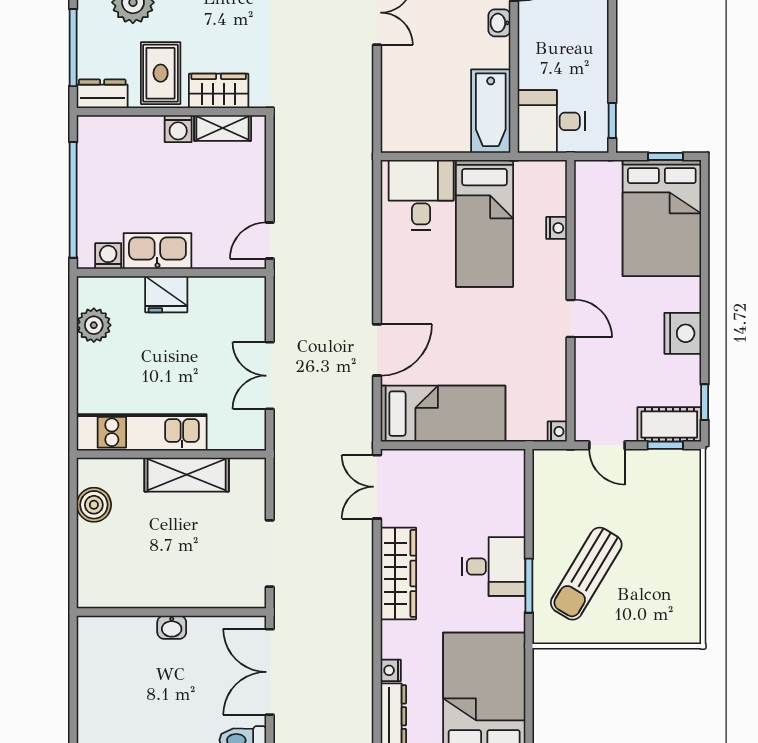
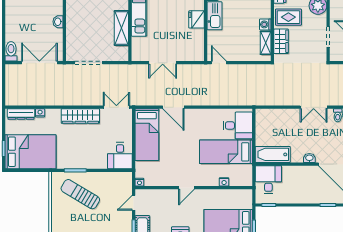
double door: (270, 376) -> (163, 63), swing flipped
desk: (494, 567) -> (120, 156), moved

